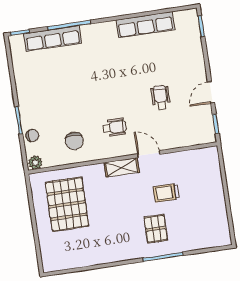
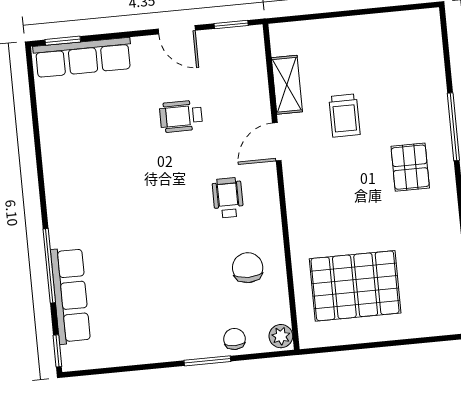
row of seats: (145, 25) -> (83, 57), moved, turned 90
chair: (74, 141) -> (248, 268), turned -90
shelving: (122, 167) -> (287, 85), moved
pallet: (156, 229) -> (410, 167), moved, turned 90

